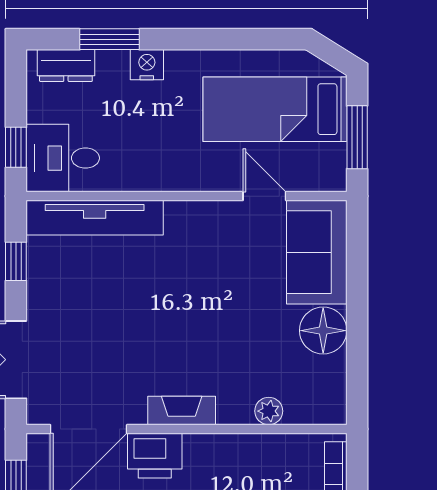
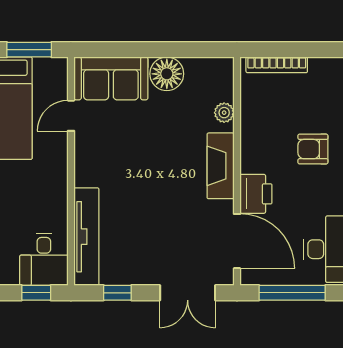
fireplace: (182, 411) -> (221, 166), width x1.37, depth x1.32

